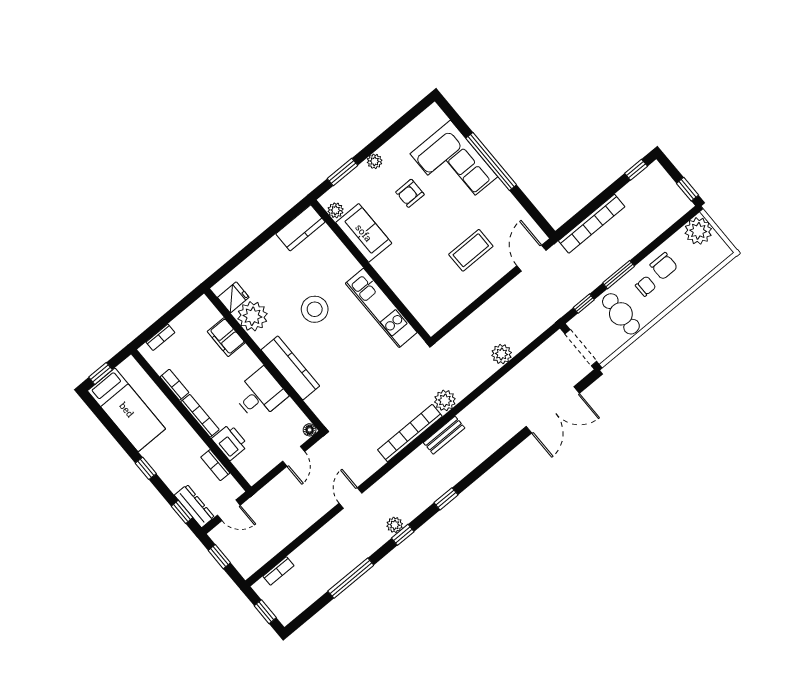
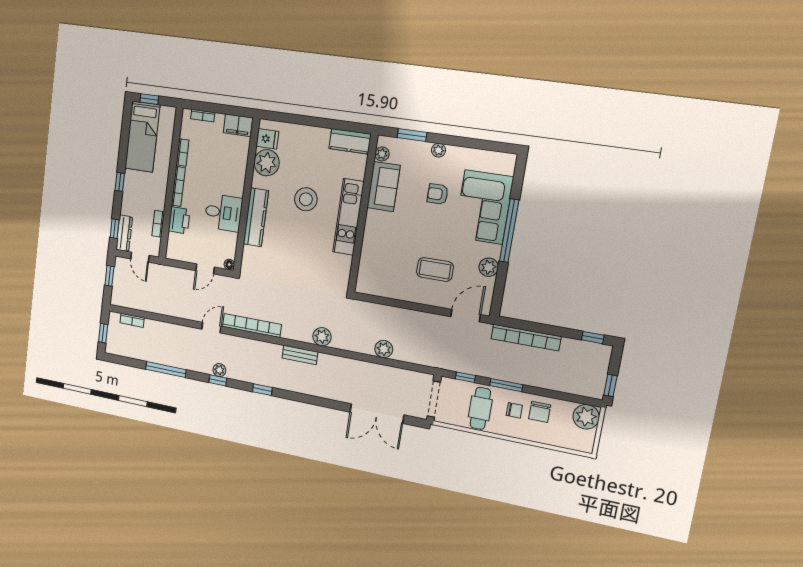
plant: (507, 204) -> (489, 267), added
kitchen unit: (381, 308) -> (348, 217), moved
filing cabinet: (226, 337) -> (238, 125), moved, turned -90
bookcase: (410, 433) -> (252, 325), moved

